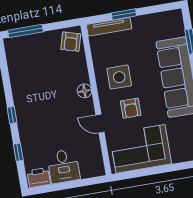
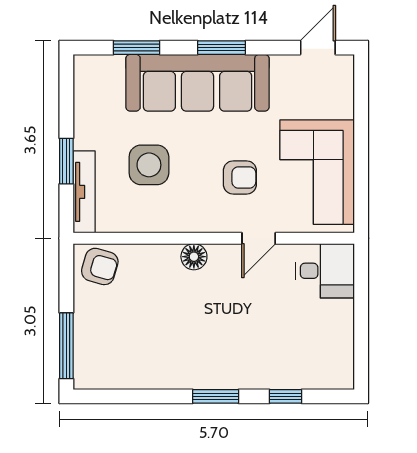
side table: (119, 77) -> (149, 165), moved
window: (12, 115) -> (216, 396), width x1.50
desk: (63, 166) -> (325, 271), moved
printer: (39, 178) -> (338, 367), removed

